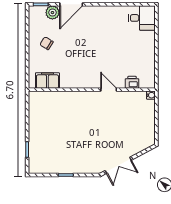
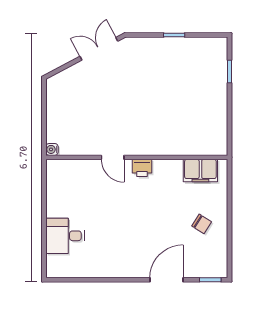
plant: (52, 13) -> (193, 268), removed
desk: (142, 18) -> (65, 236), moved
printer: (132, 82) -> (142, 168), moved

